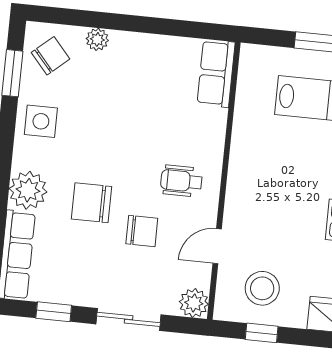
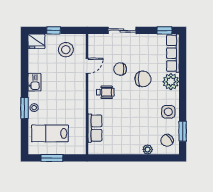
row of seats: (216, 73) -> (95, 128), moved
plant: (194, 303) -> (95, 40), removed
window: (54, 312) -> (164, 30), moved
window: (262, 333) -> (54, 30), moved

